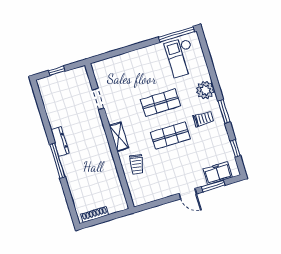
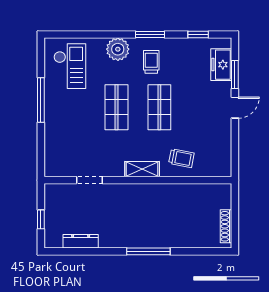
window: (177, 34) -> (41, 100), moved
checkout: (181, 57) -> (70, 66), turned -90
dresser: (60, 141) -> (81, 241), moved

